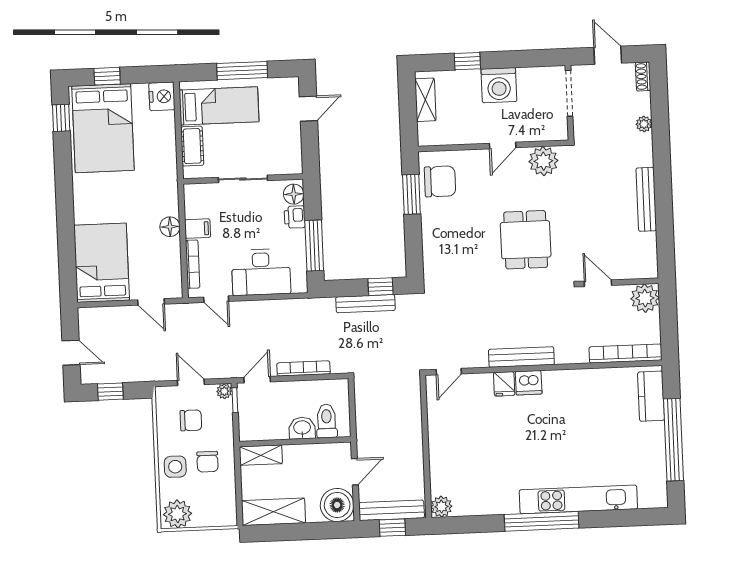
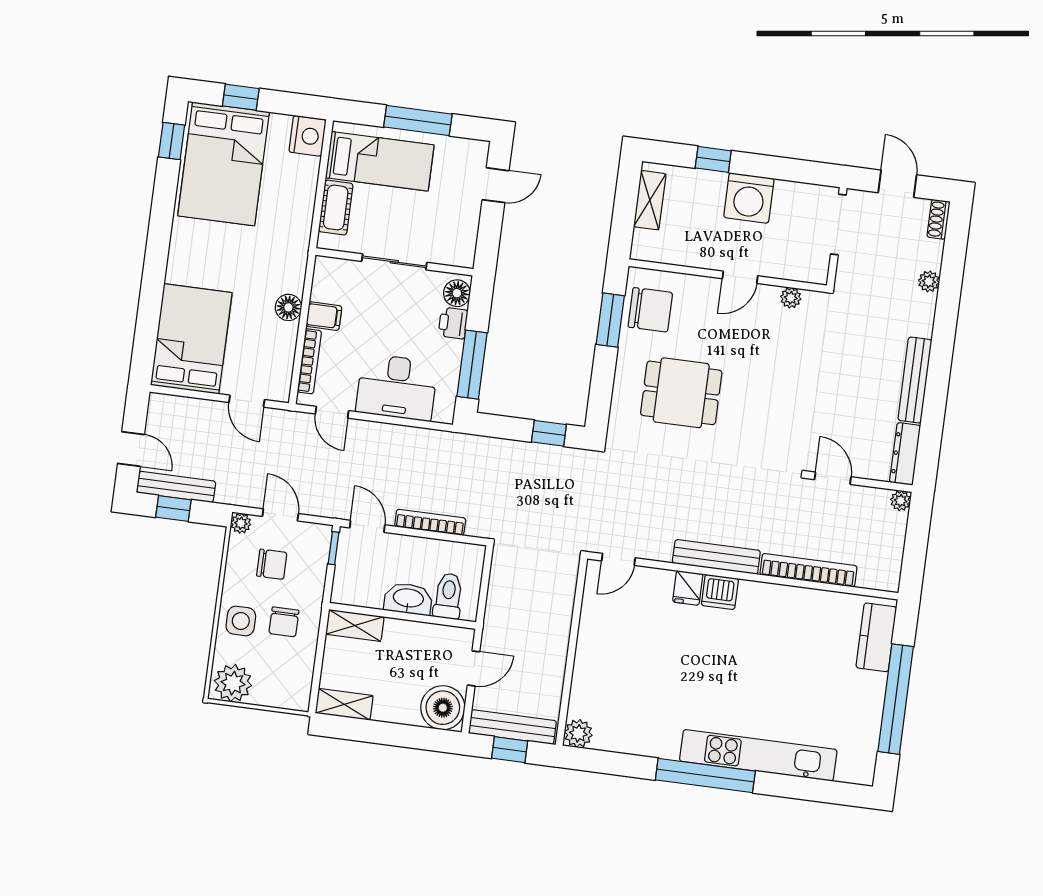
plant: (543, 161) -> (791, 298), width x0.53, depth x0.53
dining table: (526, 240) -> (681, 393), moved, turned 90
dresser: (649, 256) -> (905, 454), added
plant: (645, 298) -> (901, 501), width x0.53, depth x0.53
bench: (365, 304) -> (176, 487), moved
bookcase: (625, 354) -> (808, 570), moved
door: (257, 380) -> (367, 526), hinge flipped
plant: (224, 391) -> (241, 523), moved
washbasin: (302, 428) -> (408, 599), width x1.38
shelving: (273, 512) -> (344, 704), width x0.67, depth x0.75

